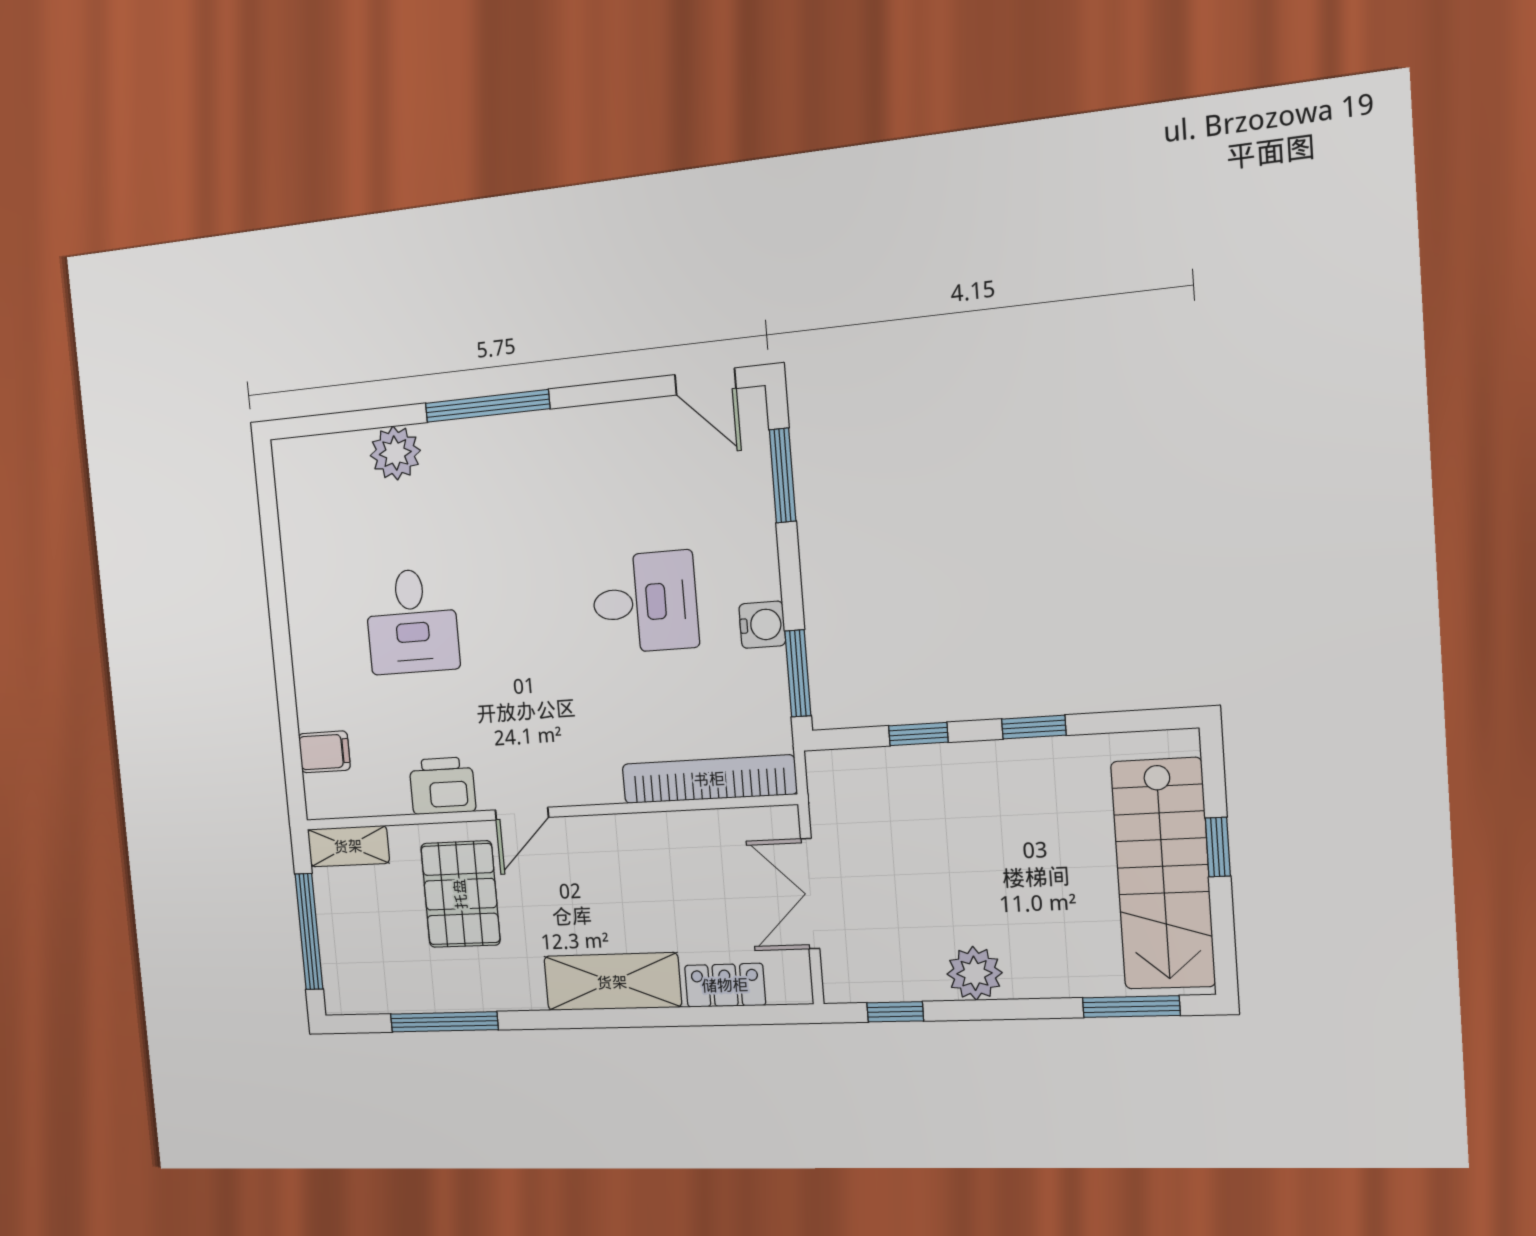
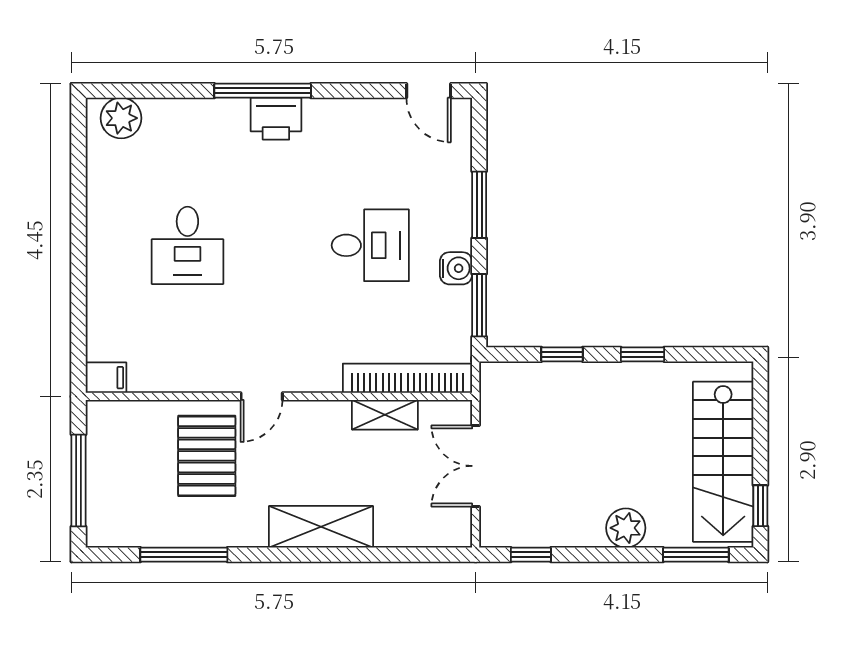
plant: (395, 453) -> (121, 118), moved
window: (783, 475) -> (479, 205), moved
filing cabinet: (324, 752) -> (106, 378), moved
printer: (442, 786) -> (276, 119), moved, turned 180
shelving: (348, 846) -> (385, 415), moved
window: (1218, 847) -> (760, 506), moved
plant: (975, 973) -> (626, 528), moved
locker: (725, 985) -> (407, 532), removed

